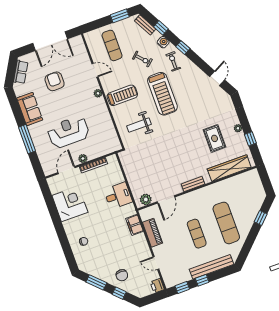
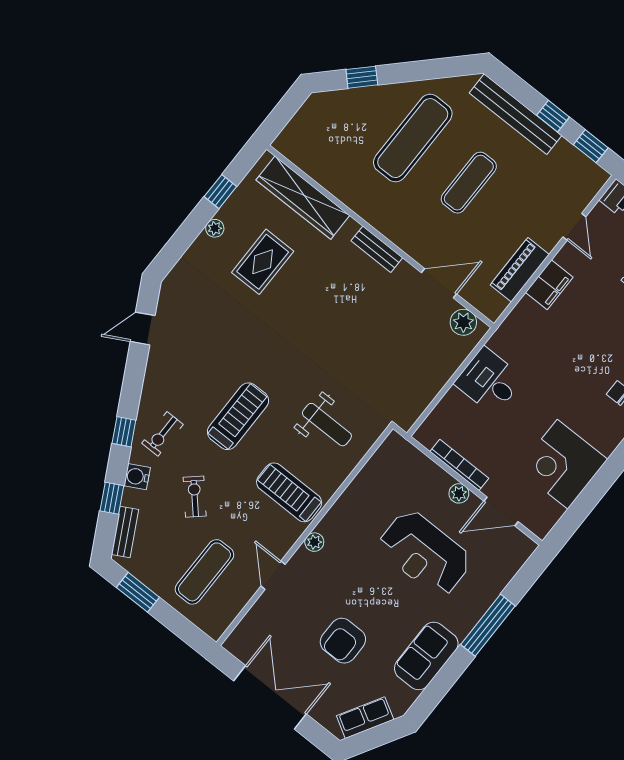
treadmill: (162, 94) -> (238, 416), width x0.73, depth x0.73
filing cabinet: (135, 225) -> (549, 285), moved

